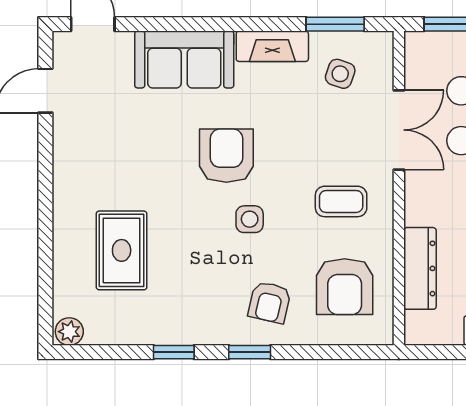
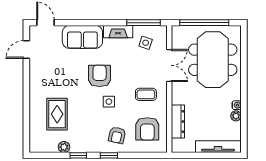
window: (335, 24) -> (143, 23), width x1.44
plant: (69, 332) -> (64, 147), moved

